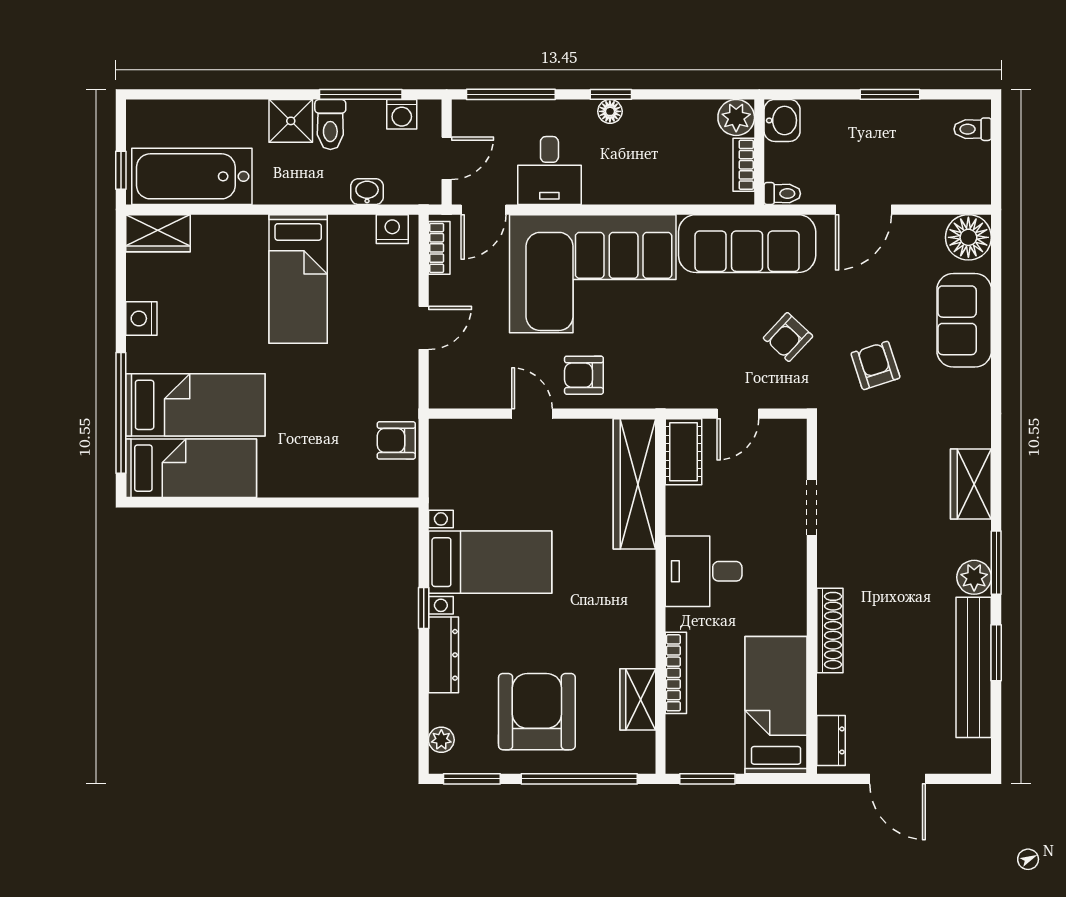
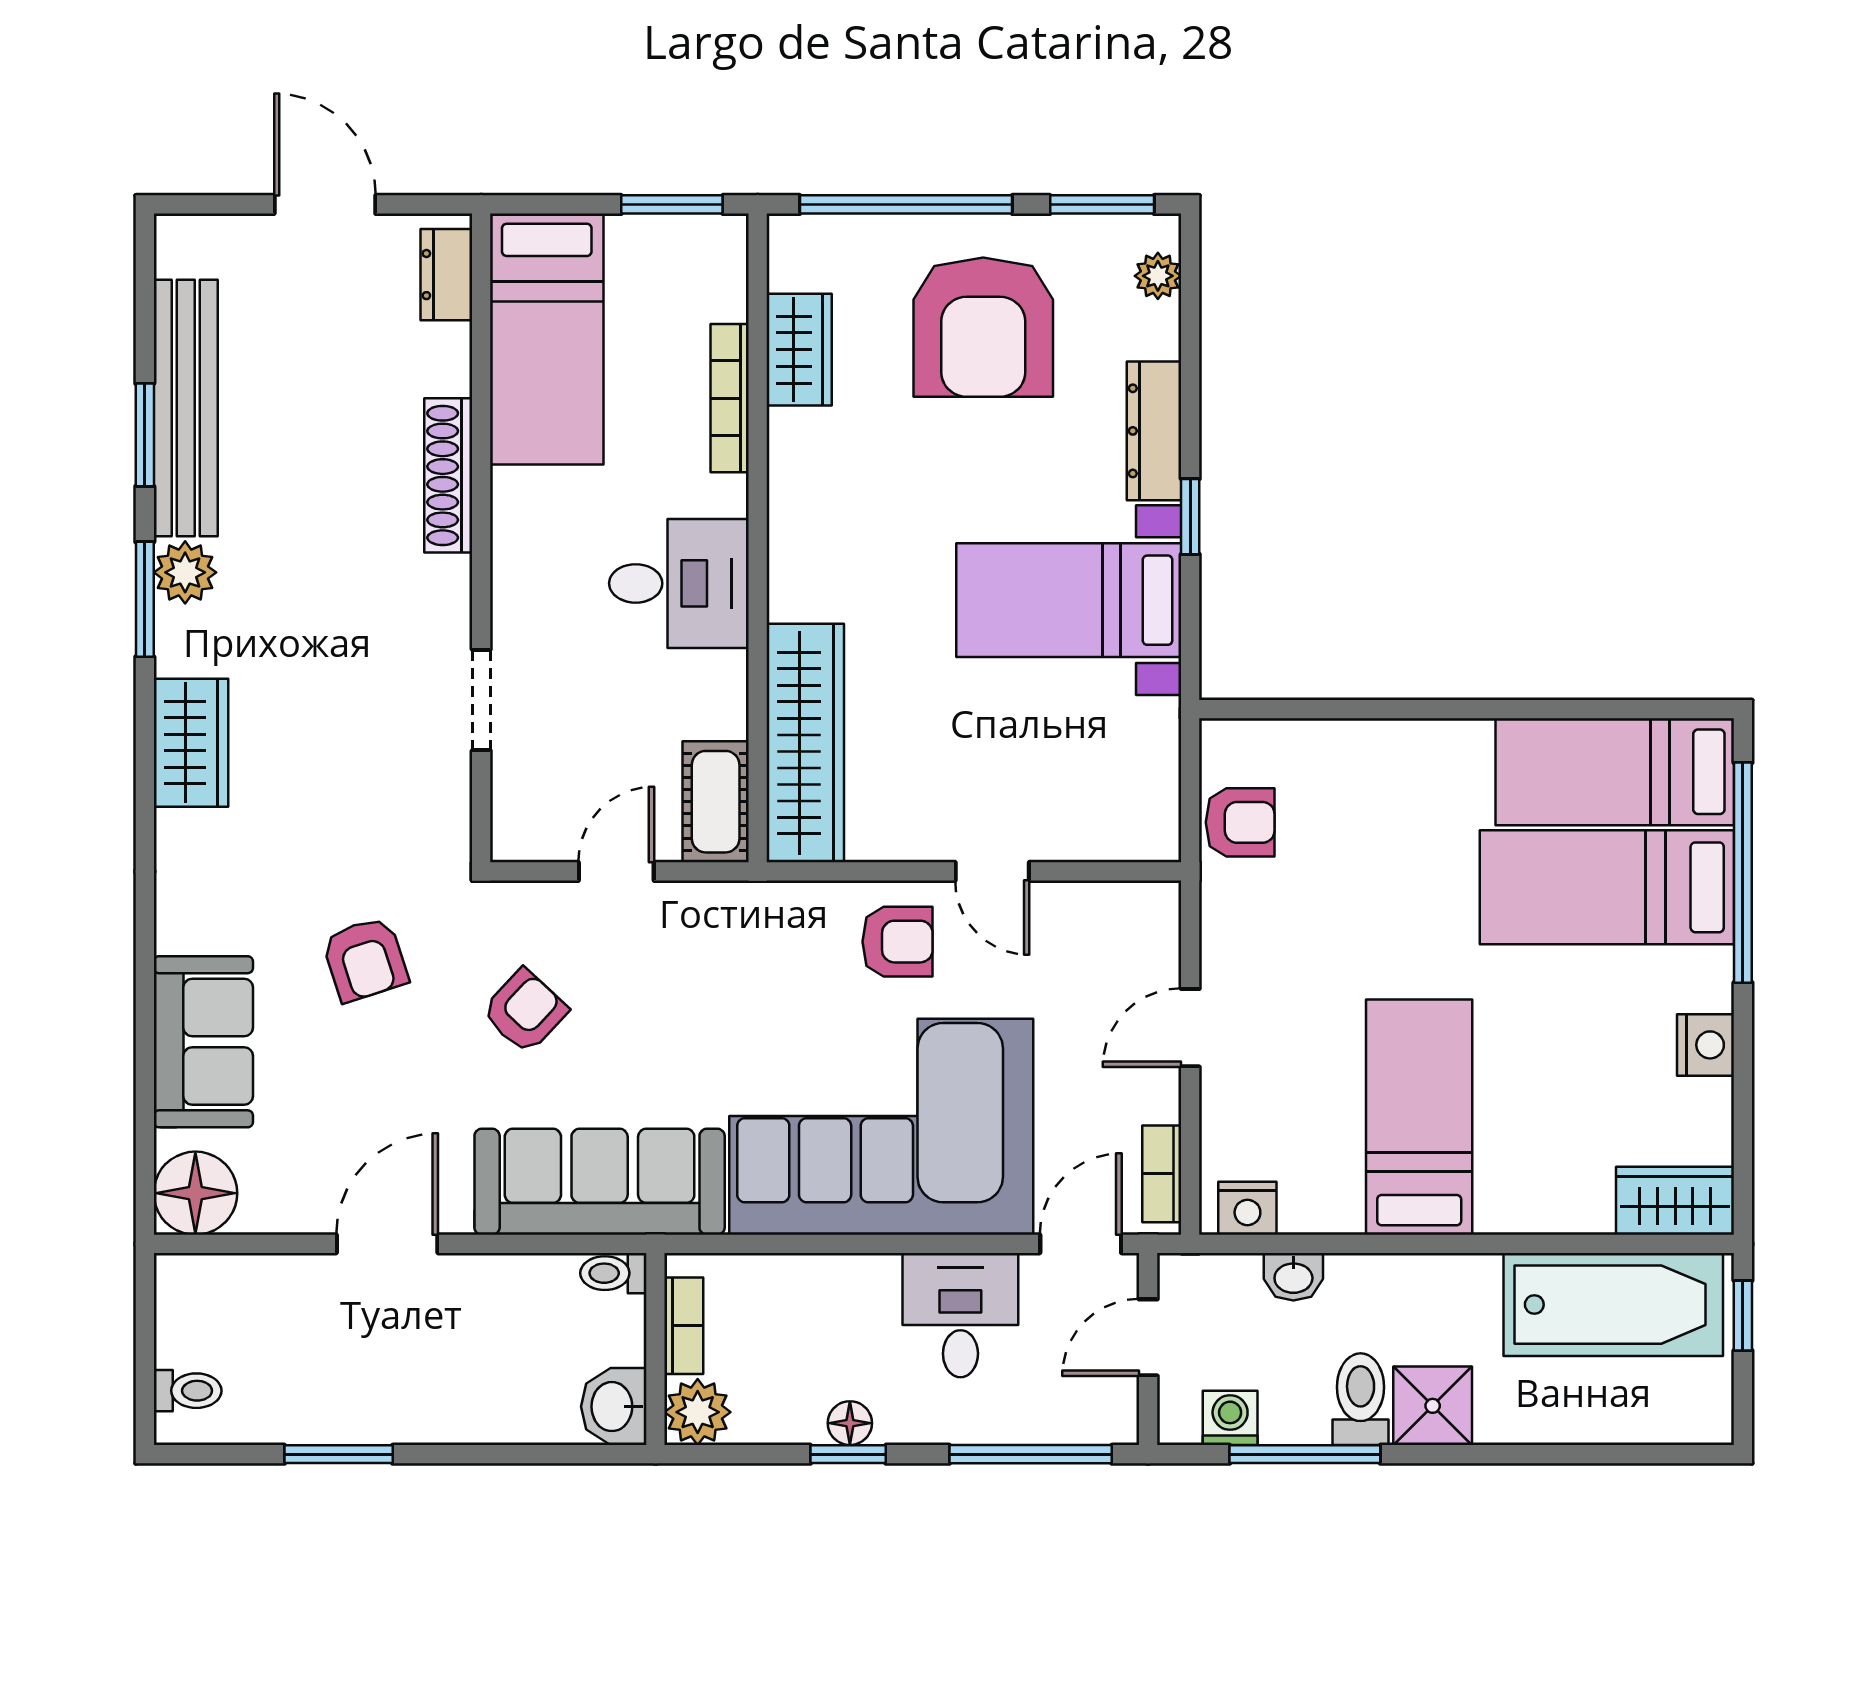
plant: (736, 117) -> (698, 1412), moved
washbasin: (782, 120) -> (614, 1407), moved
wall: (759, 152) -> (655, 1349), moved
bookcase: (744, 165) -> (684, 1326), moved
toilet: (782, 194) -> (613, 1273), moved

